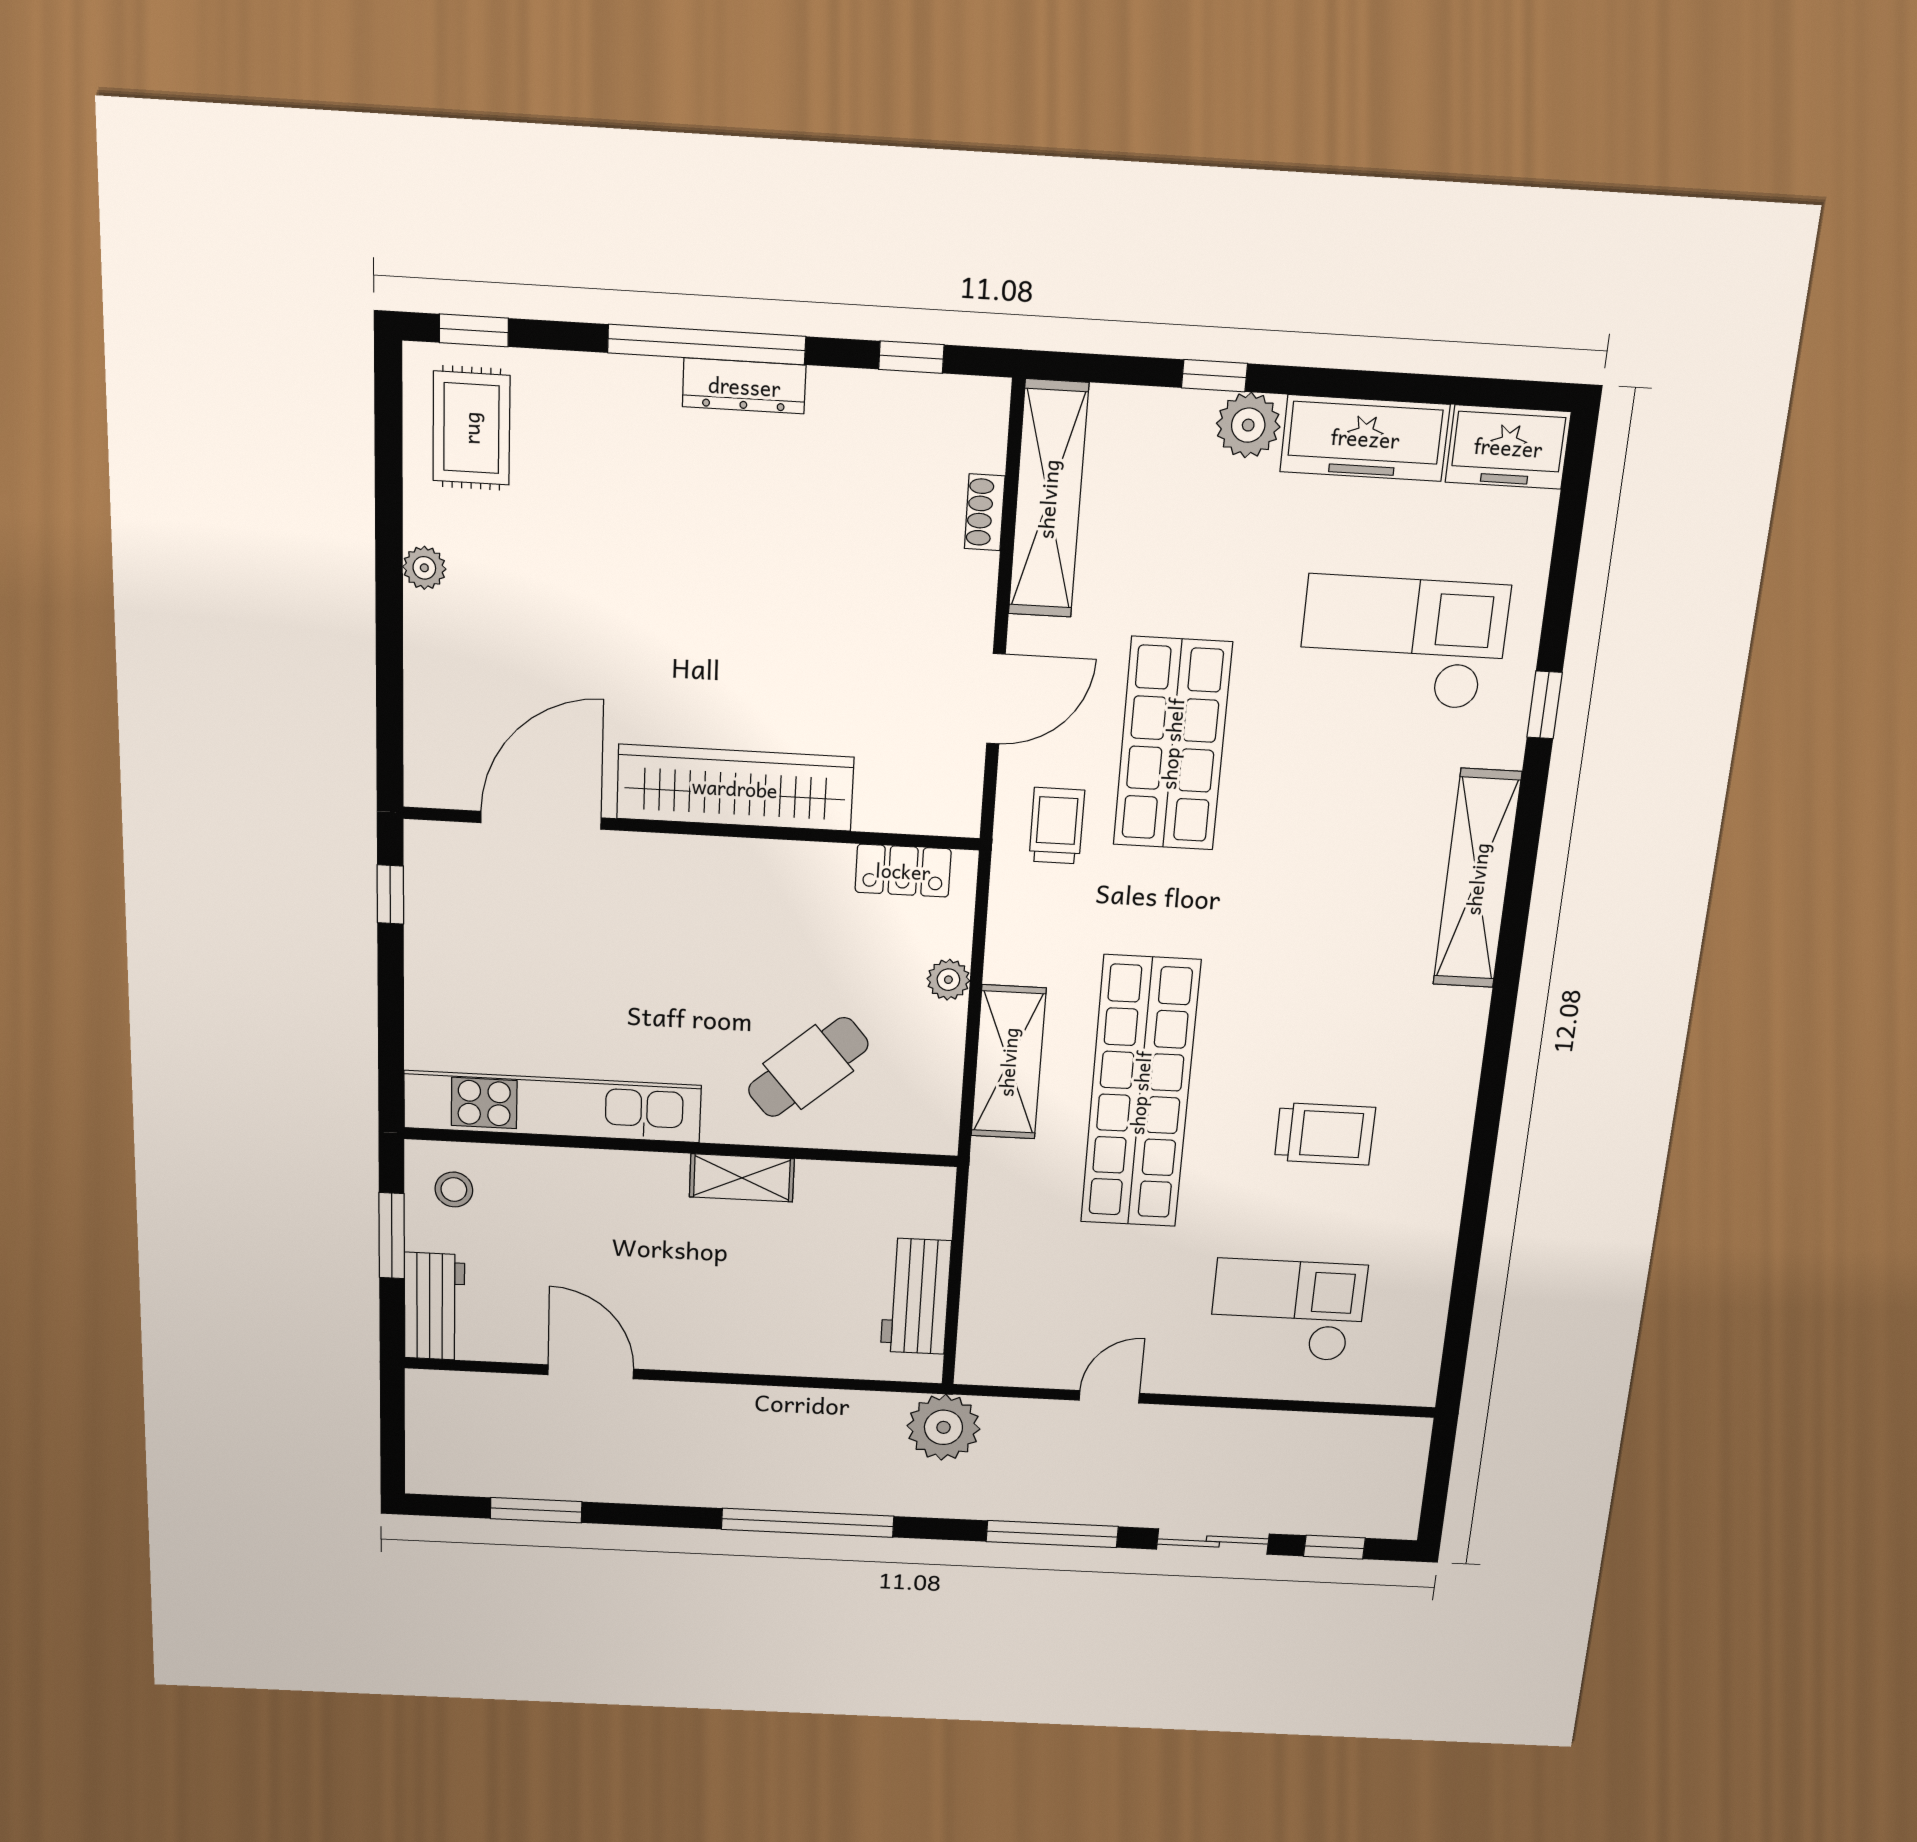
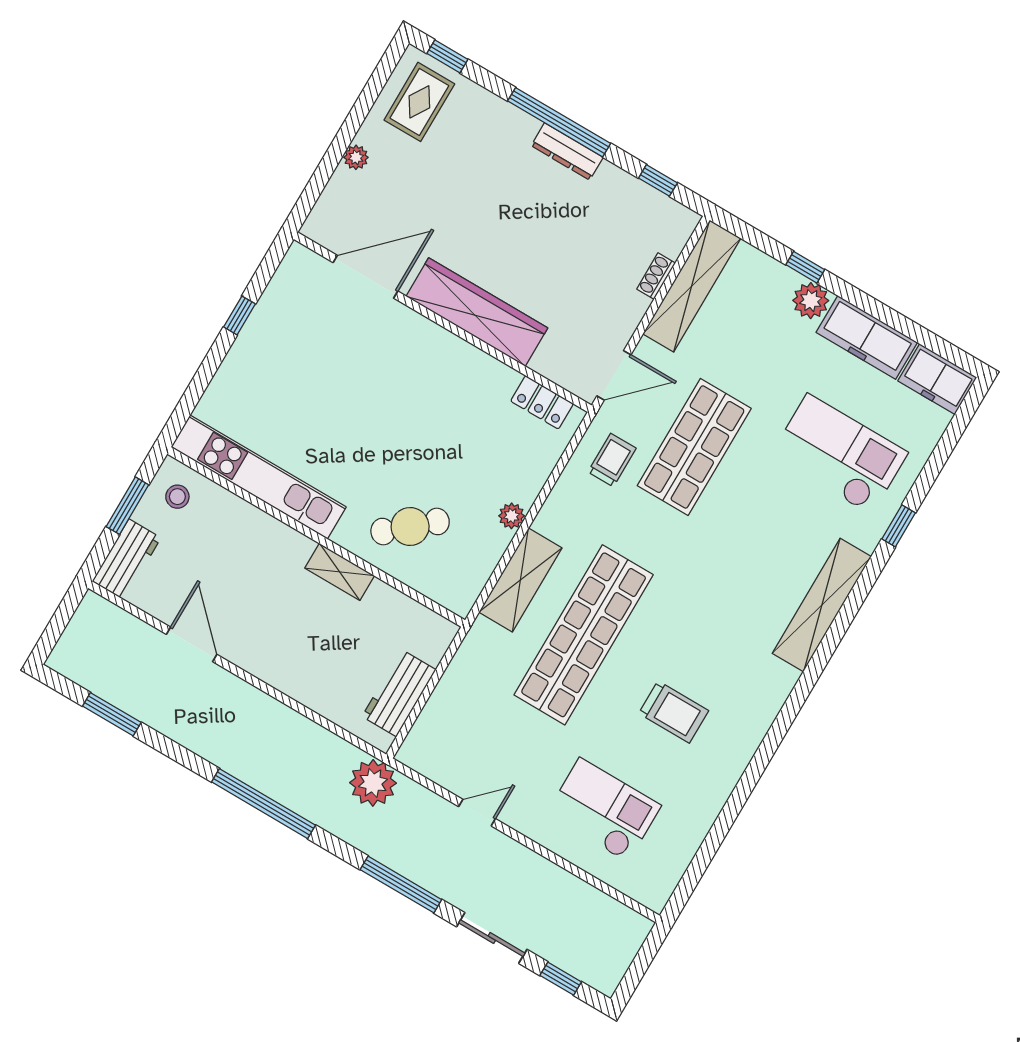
wardrobe: (735, 788) -> (477, 312), moved
door: (541, 820) -> (365, 277), moved
wall: (692, 829) -> (443, 322), moved
locker: (903, 871) -> (542, 402), moved

